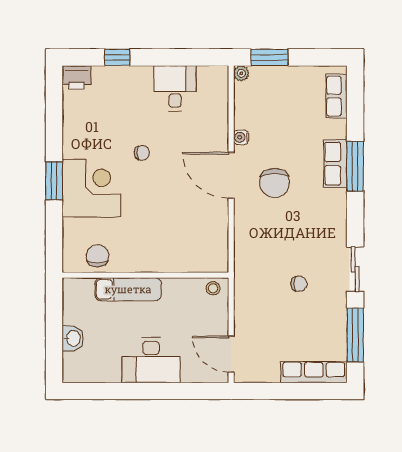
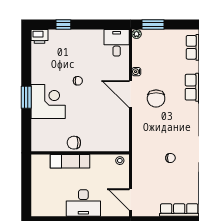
desk: (175, 88) -> (117, 43), moved
chair: (98, 256) -> (74, 143), moved, turned -90
washbasin: (73, 338) -> (37, 190), removed

